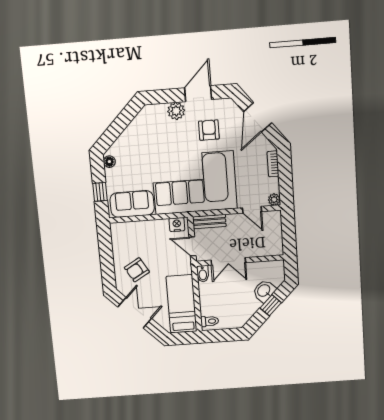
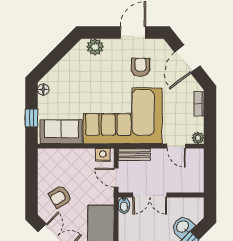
plant: (176, 111) -> (95, 47), moved

